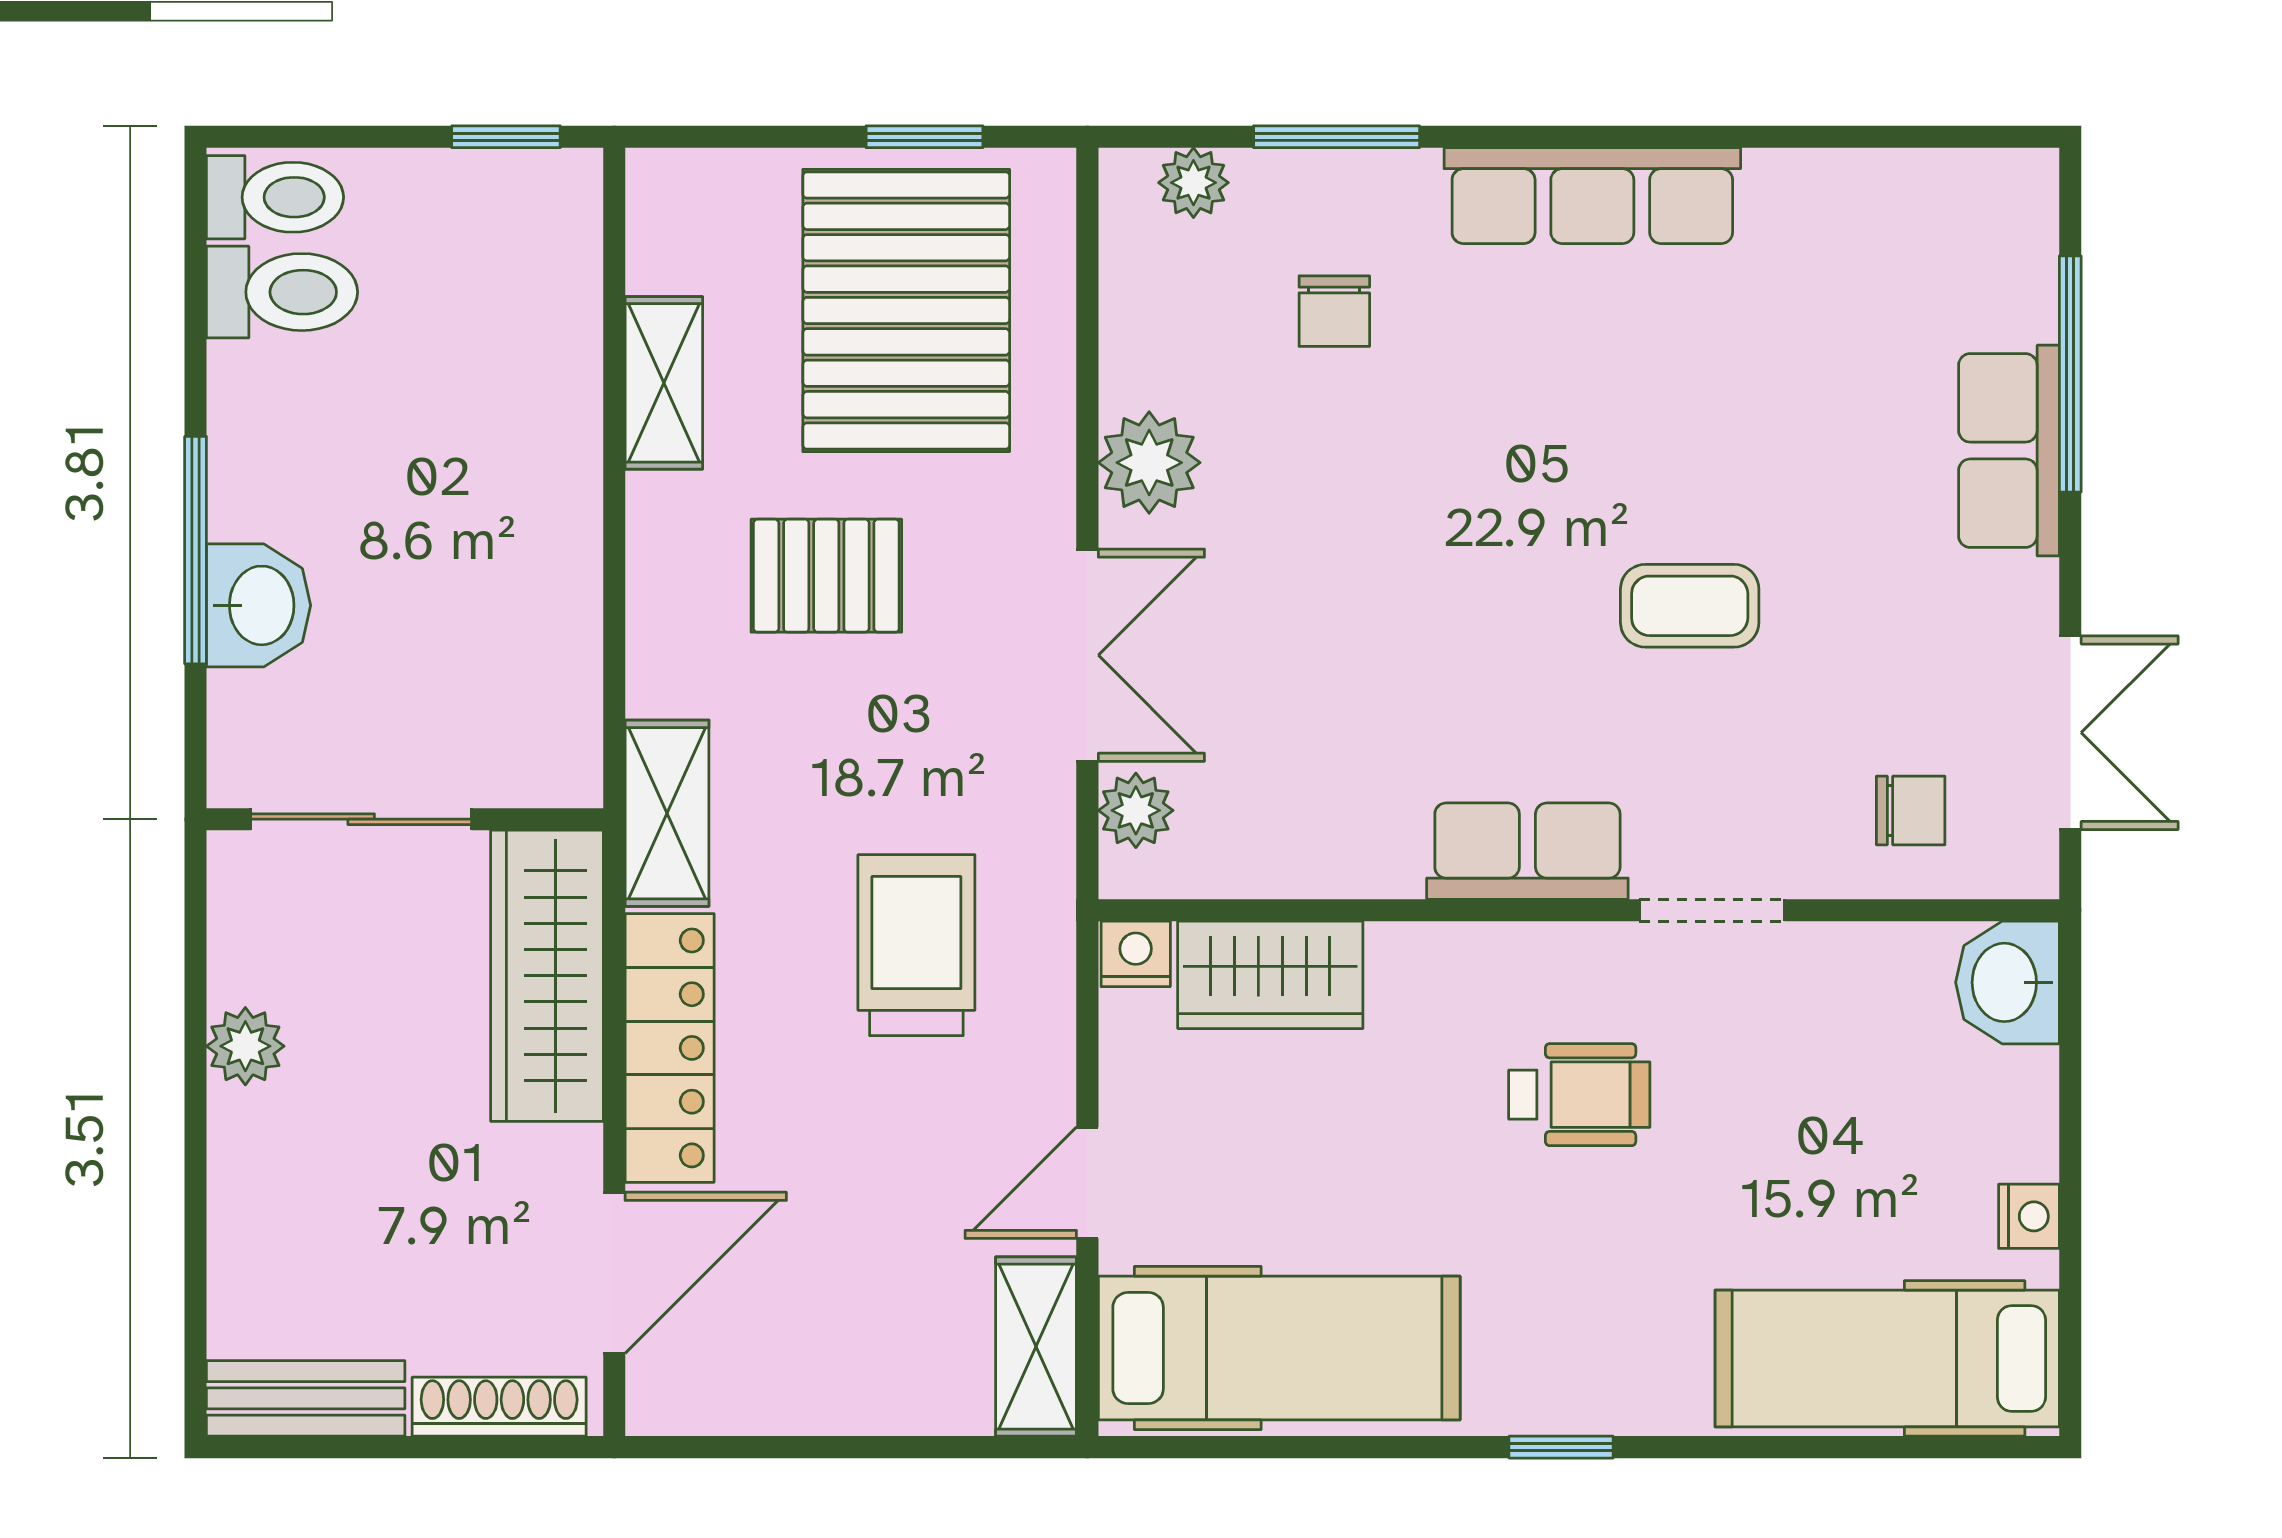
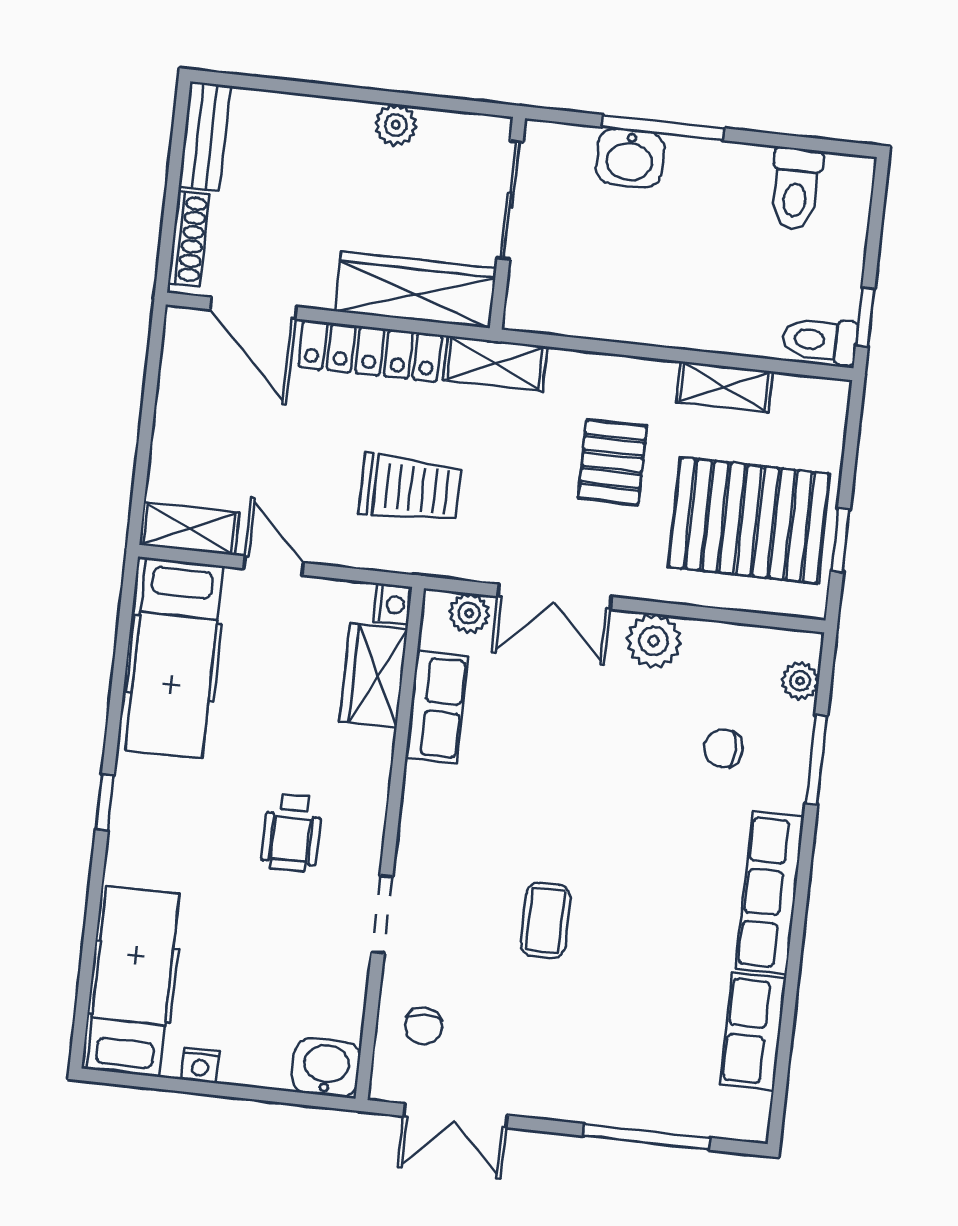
toilet: (275, 197) -> (820, 340), moved, turned 90
row of seats: (2009, 451) -> (753, 1032), moved, turned -90
row of seats: (1527, 851) -> (437, 707), moved

